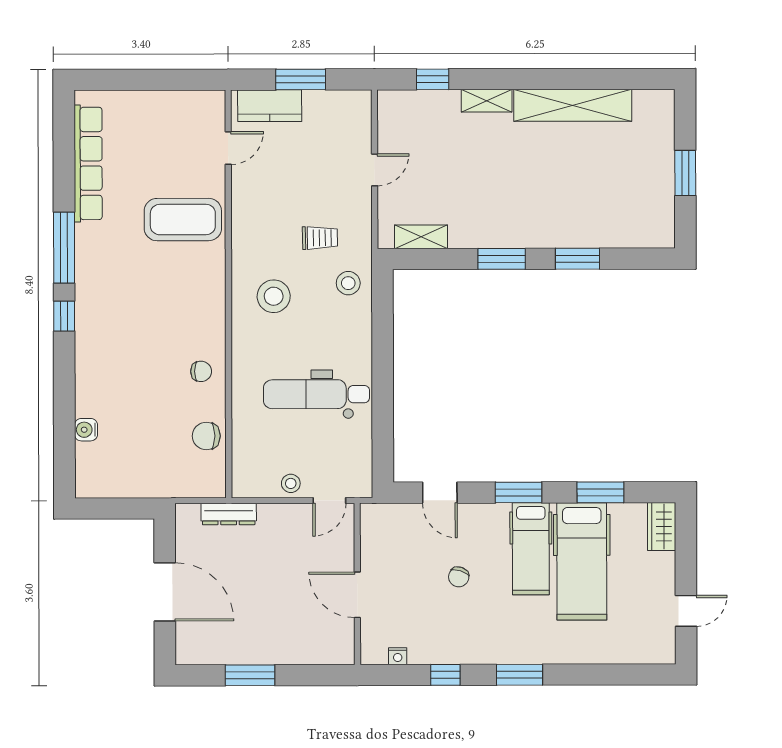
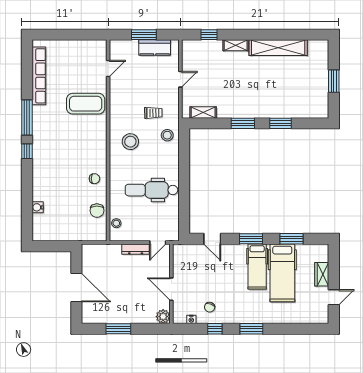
kitchen counter: (270, 106) -> (155, 48), moved
chair: (206, 436) -> (97, 211), turned -90
stool: (291, 483) -> (116, 223), moved
dresser: (229, 514) -> (136, 249), moved
wardrobe: (662, 527) -> (322, 274), moved
chair: (459, 577) -> (210, 307), moved
plant: (340, 650) -> (163, 317), added

